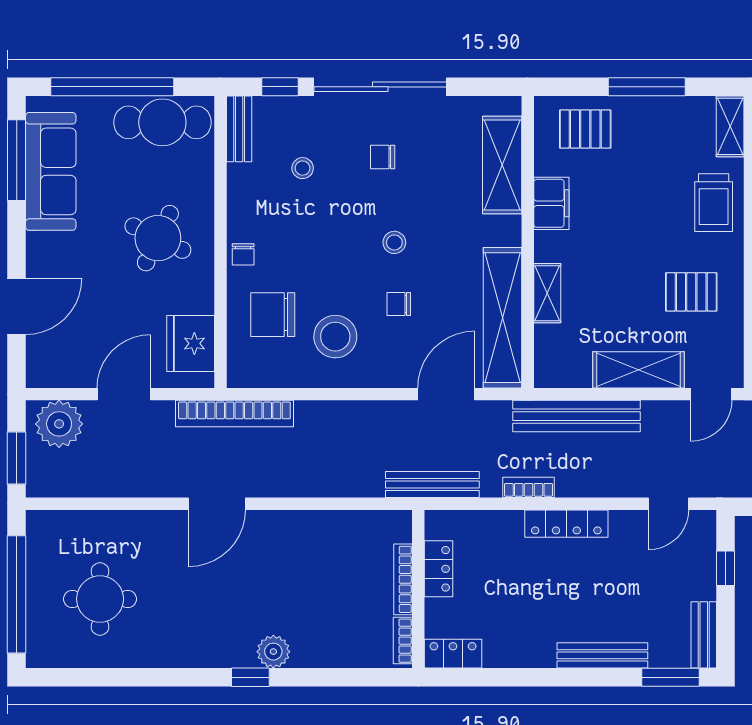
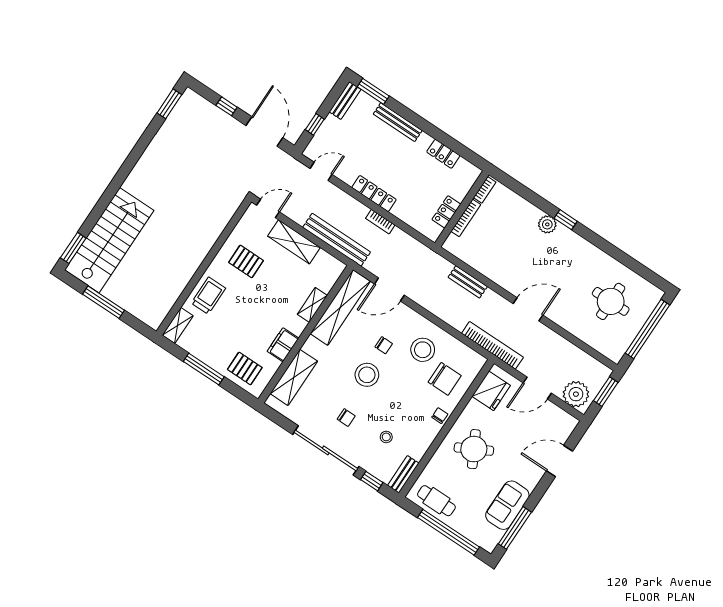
cafe table: (162, 122) -> (436, 501), width x0.73, depth x0.74
sofa: (51, 171) -> (507, 505), width x0.73
round table: (158, 238) -> (474, 449), turned 36
stool: (394, 242) -> (367, 375), width x1.89, depth x1.89
bench: (432, 485) -> (468, 282), moved, width x0.73
locker: (453, 654) -> (443, 154), moved

